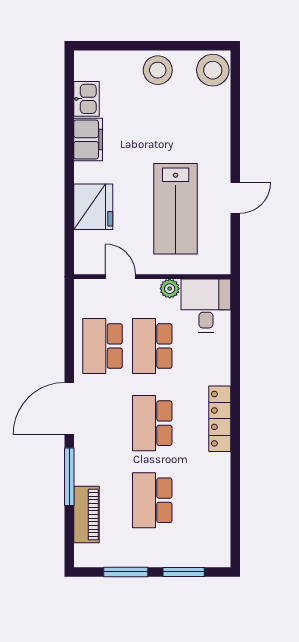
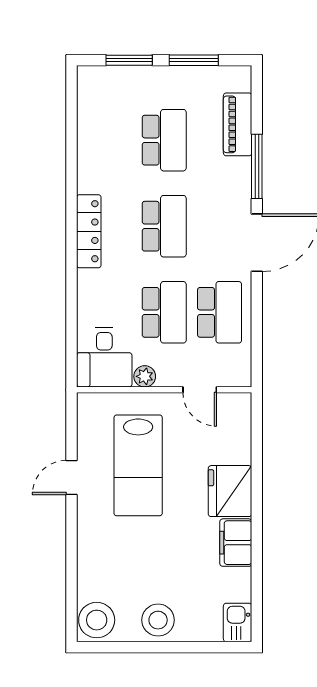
kitchen sink: (86, 99) -> (238, 623), moved
fridge: (93, 207) -> (230, 491), moved
lab bench: (176, 209) -> (138, 465), turned 180

